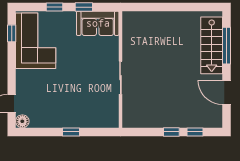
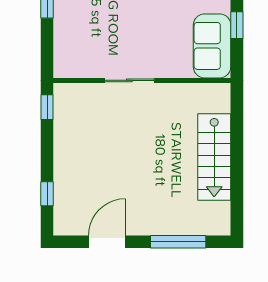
stairs: (212, 45) -> (214, 157), moved, turned -90
window: (171, 132) -> (47, 107), moved

